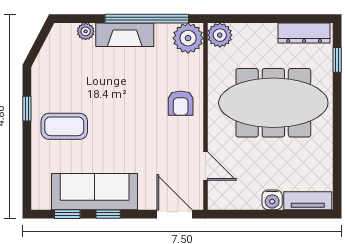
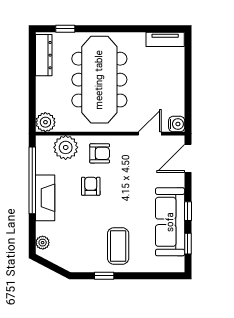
plant: (86, 31) -> (43, 243), moved
plant: (188, 38) -> (66, 147), moved
armchair: (139, 92) -> (91, 186), added
water cooler: (272, 200) -> (177, 124), moved
tv unit: (308, 201) -> (165, 39), moved, turned -90

